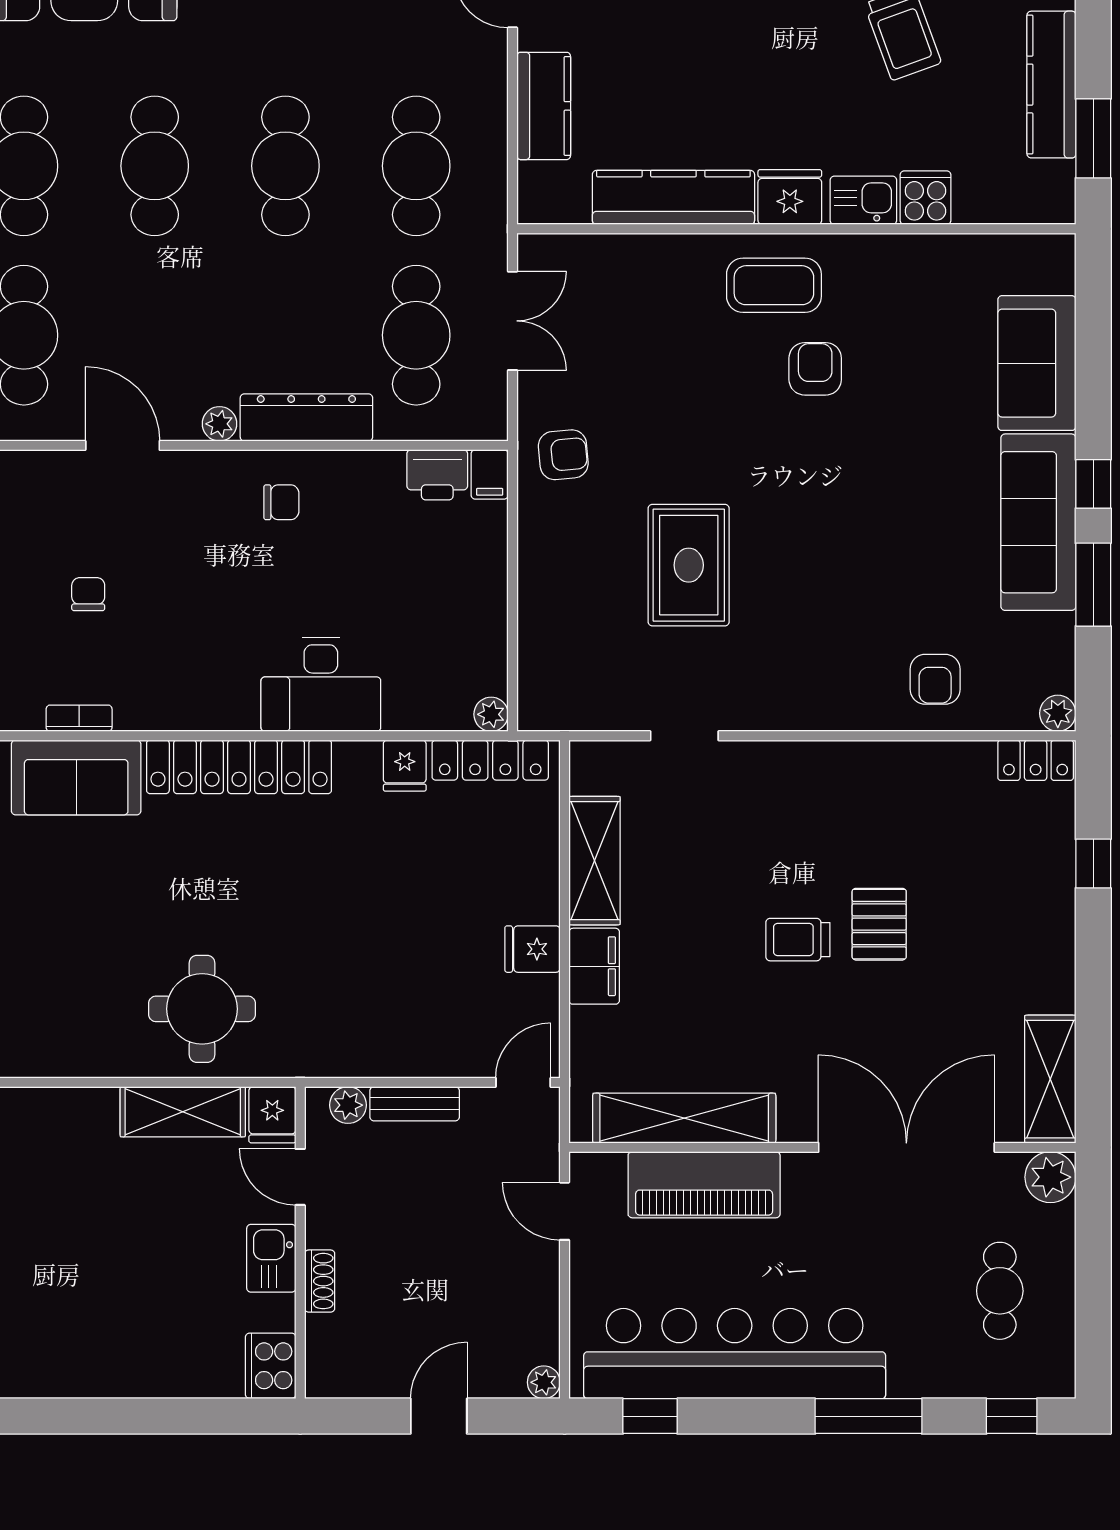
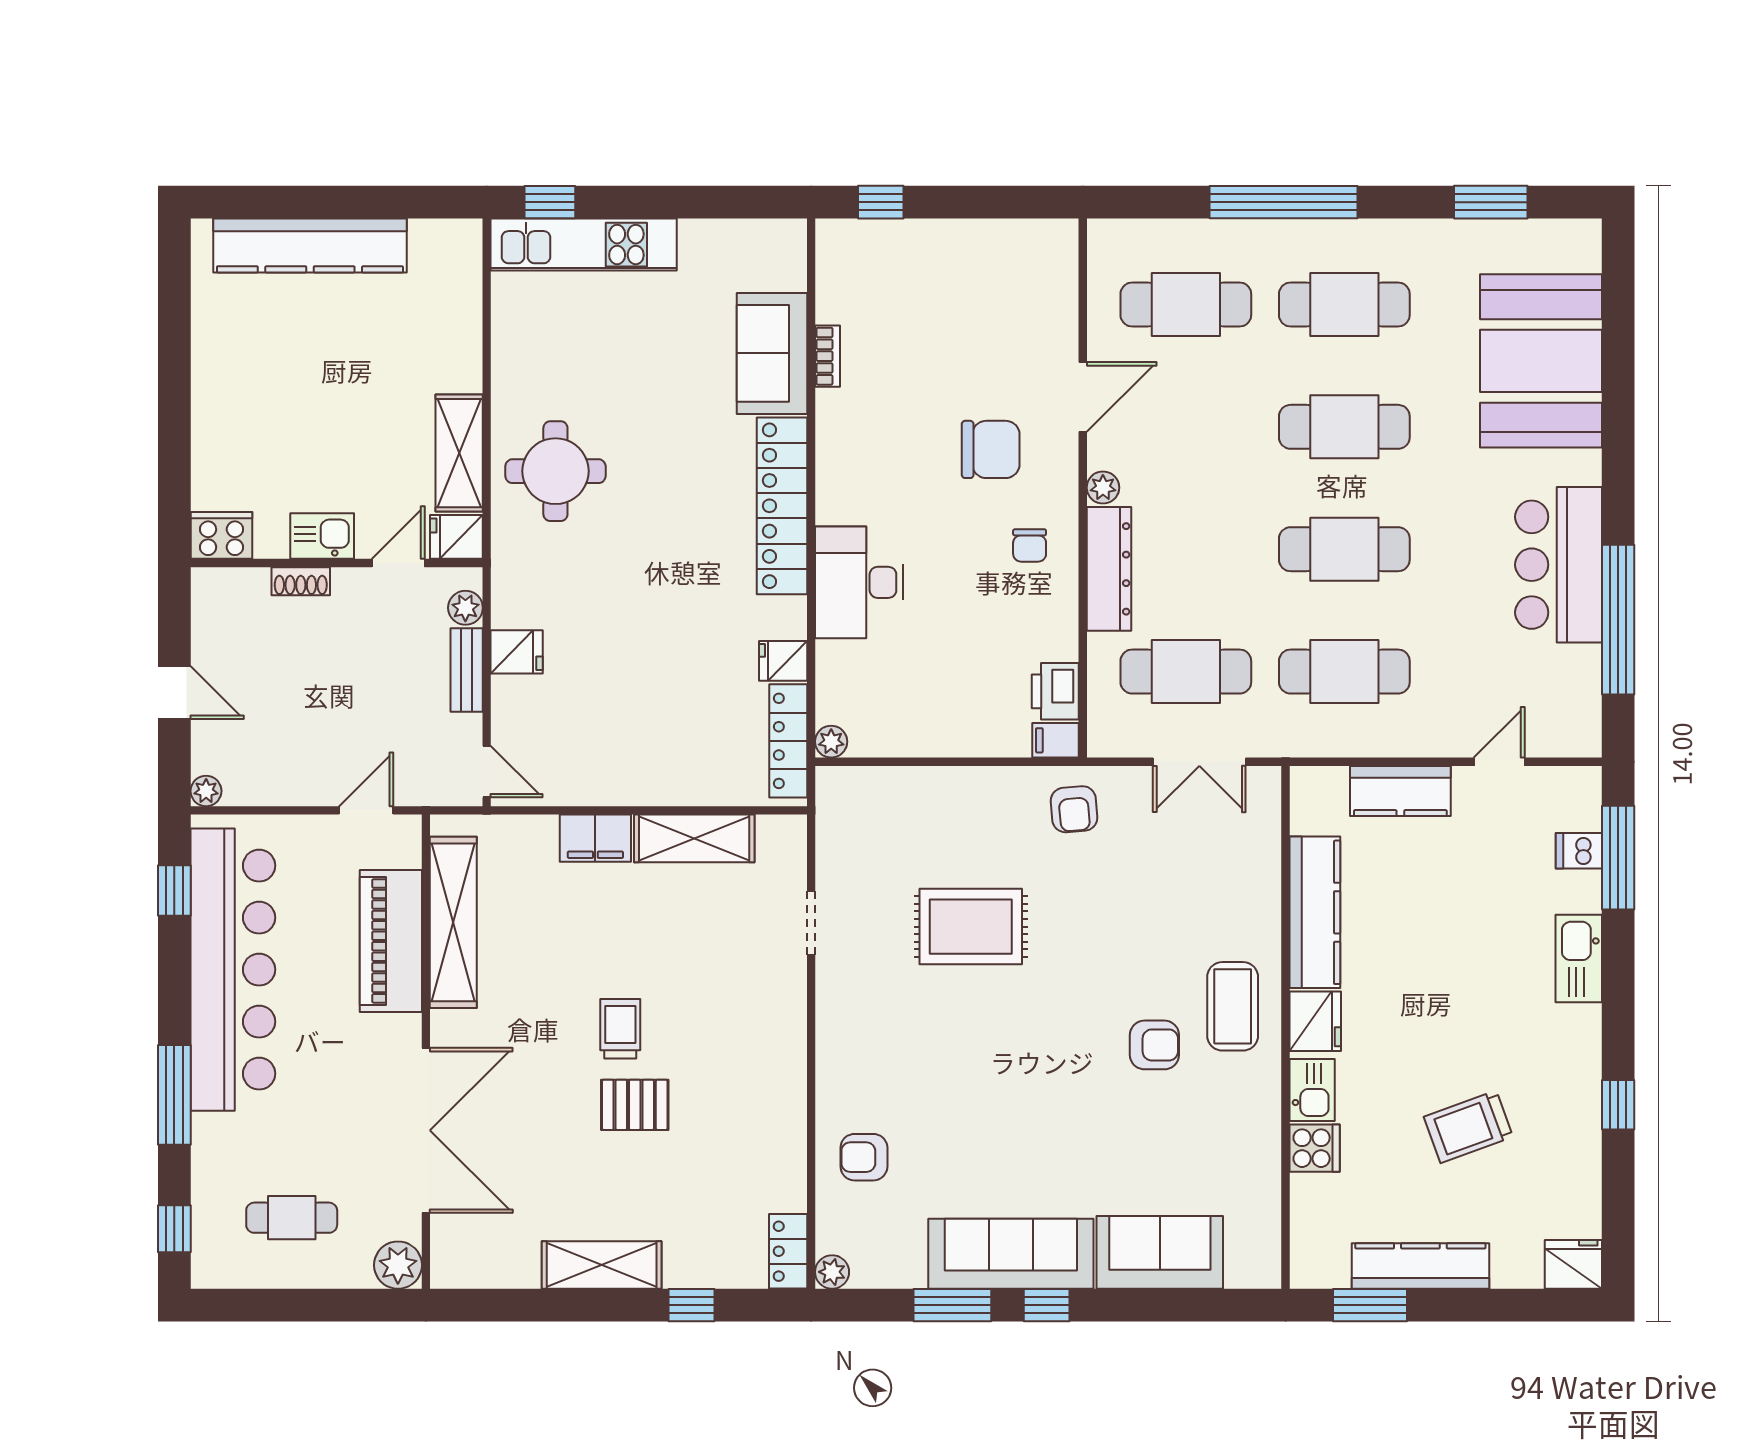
chair: (88, 594) -> (991, 449), moved, width x1.87, depth x1.87
fridge: (533, 949) -> (517, 652), moved, turned 90
shelving: (1050, 1079) -> (602, 1265), moved

